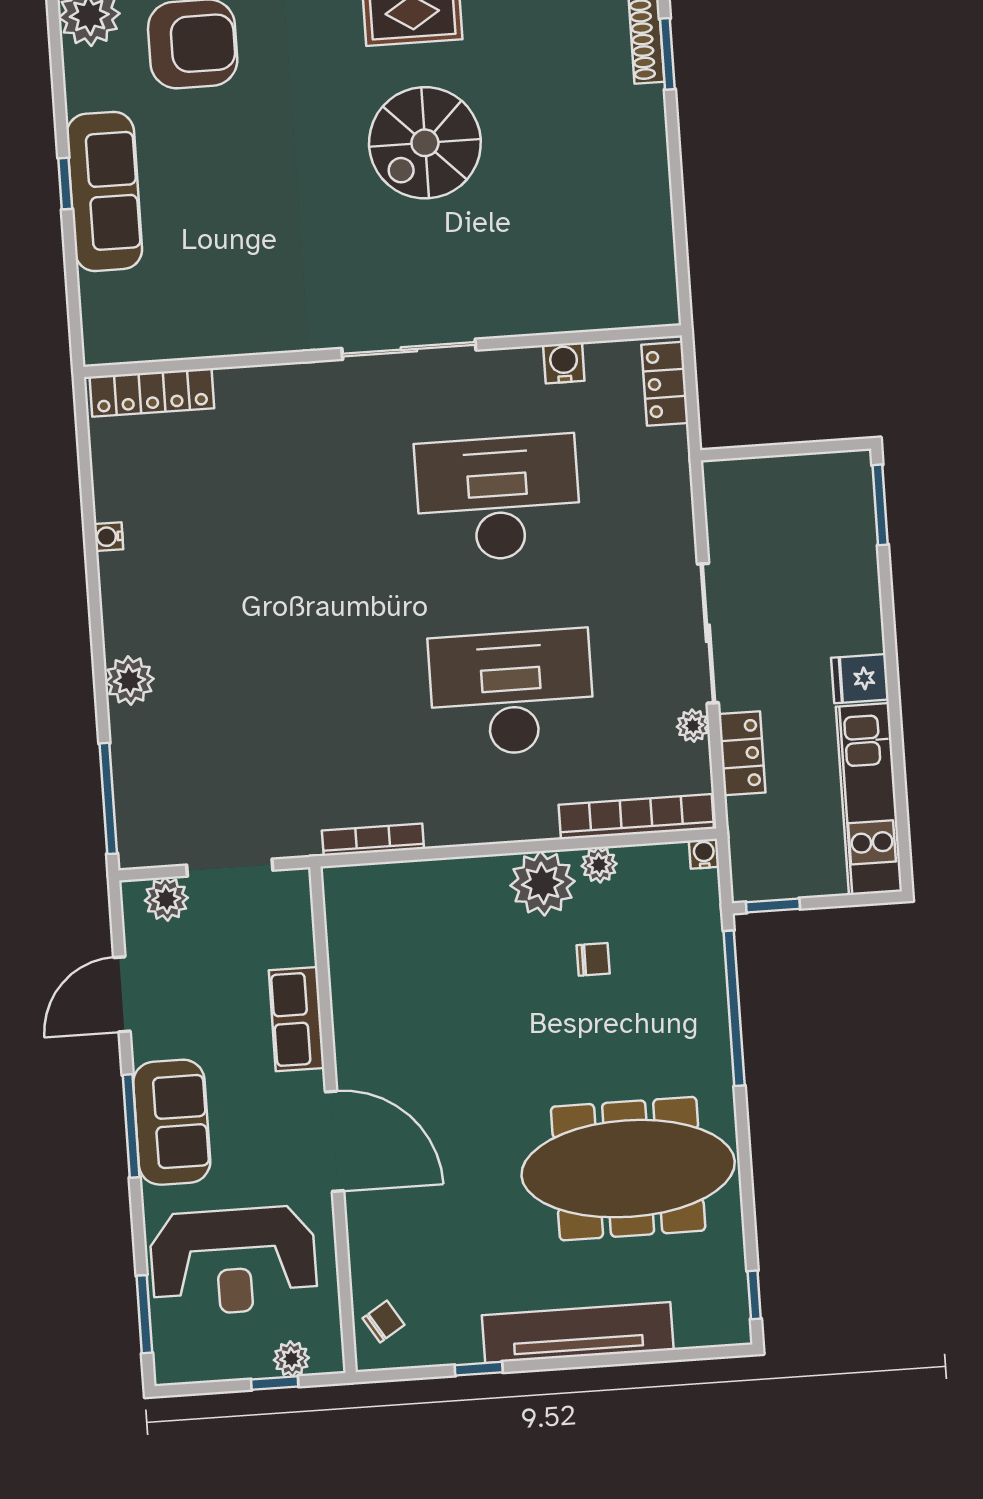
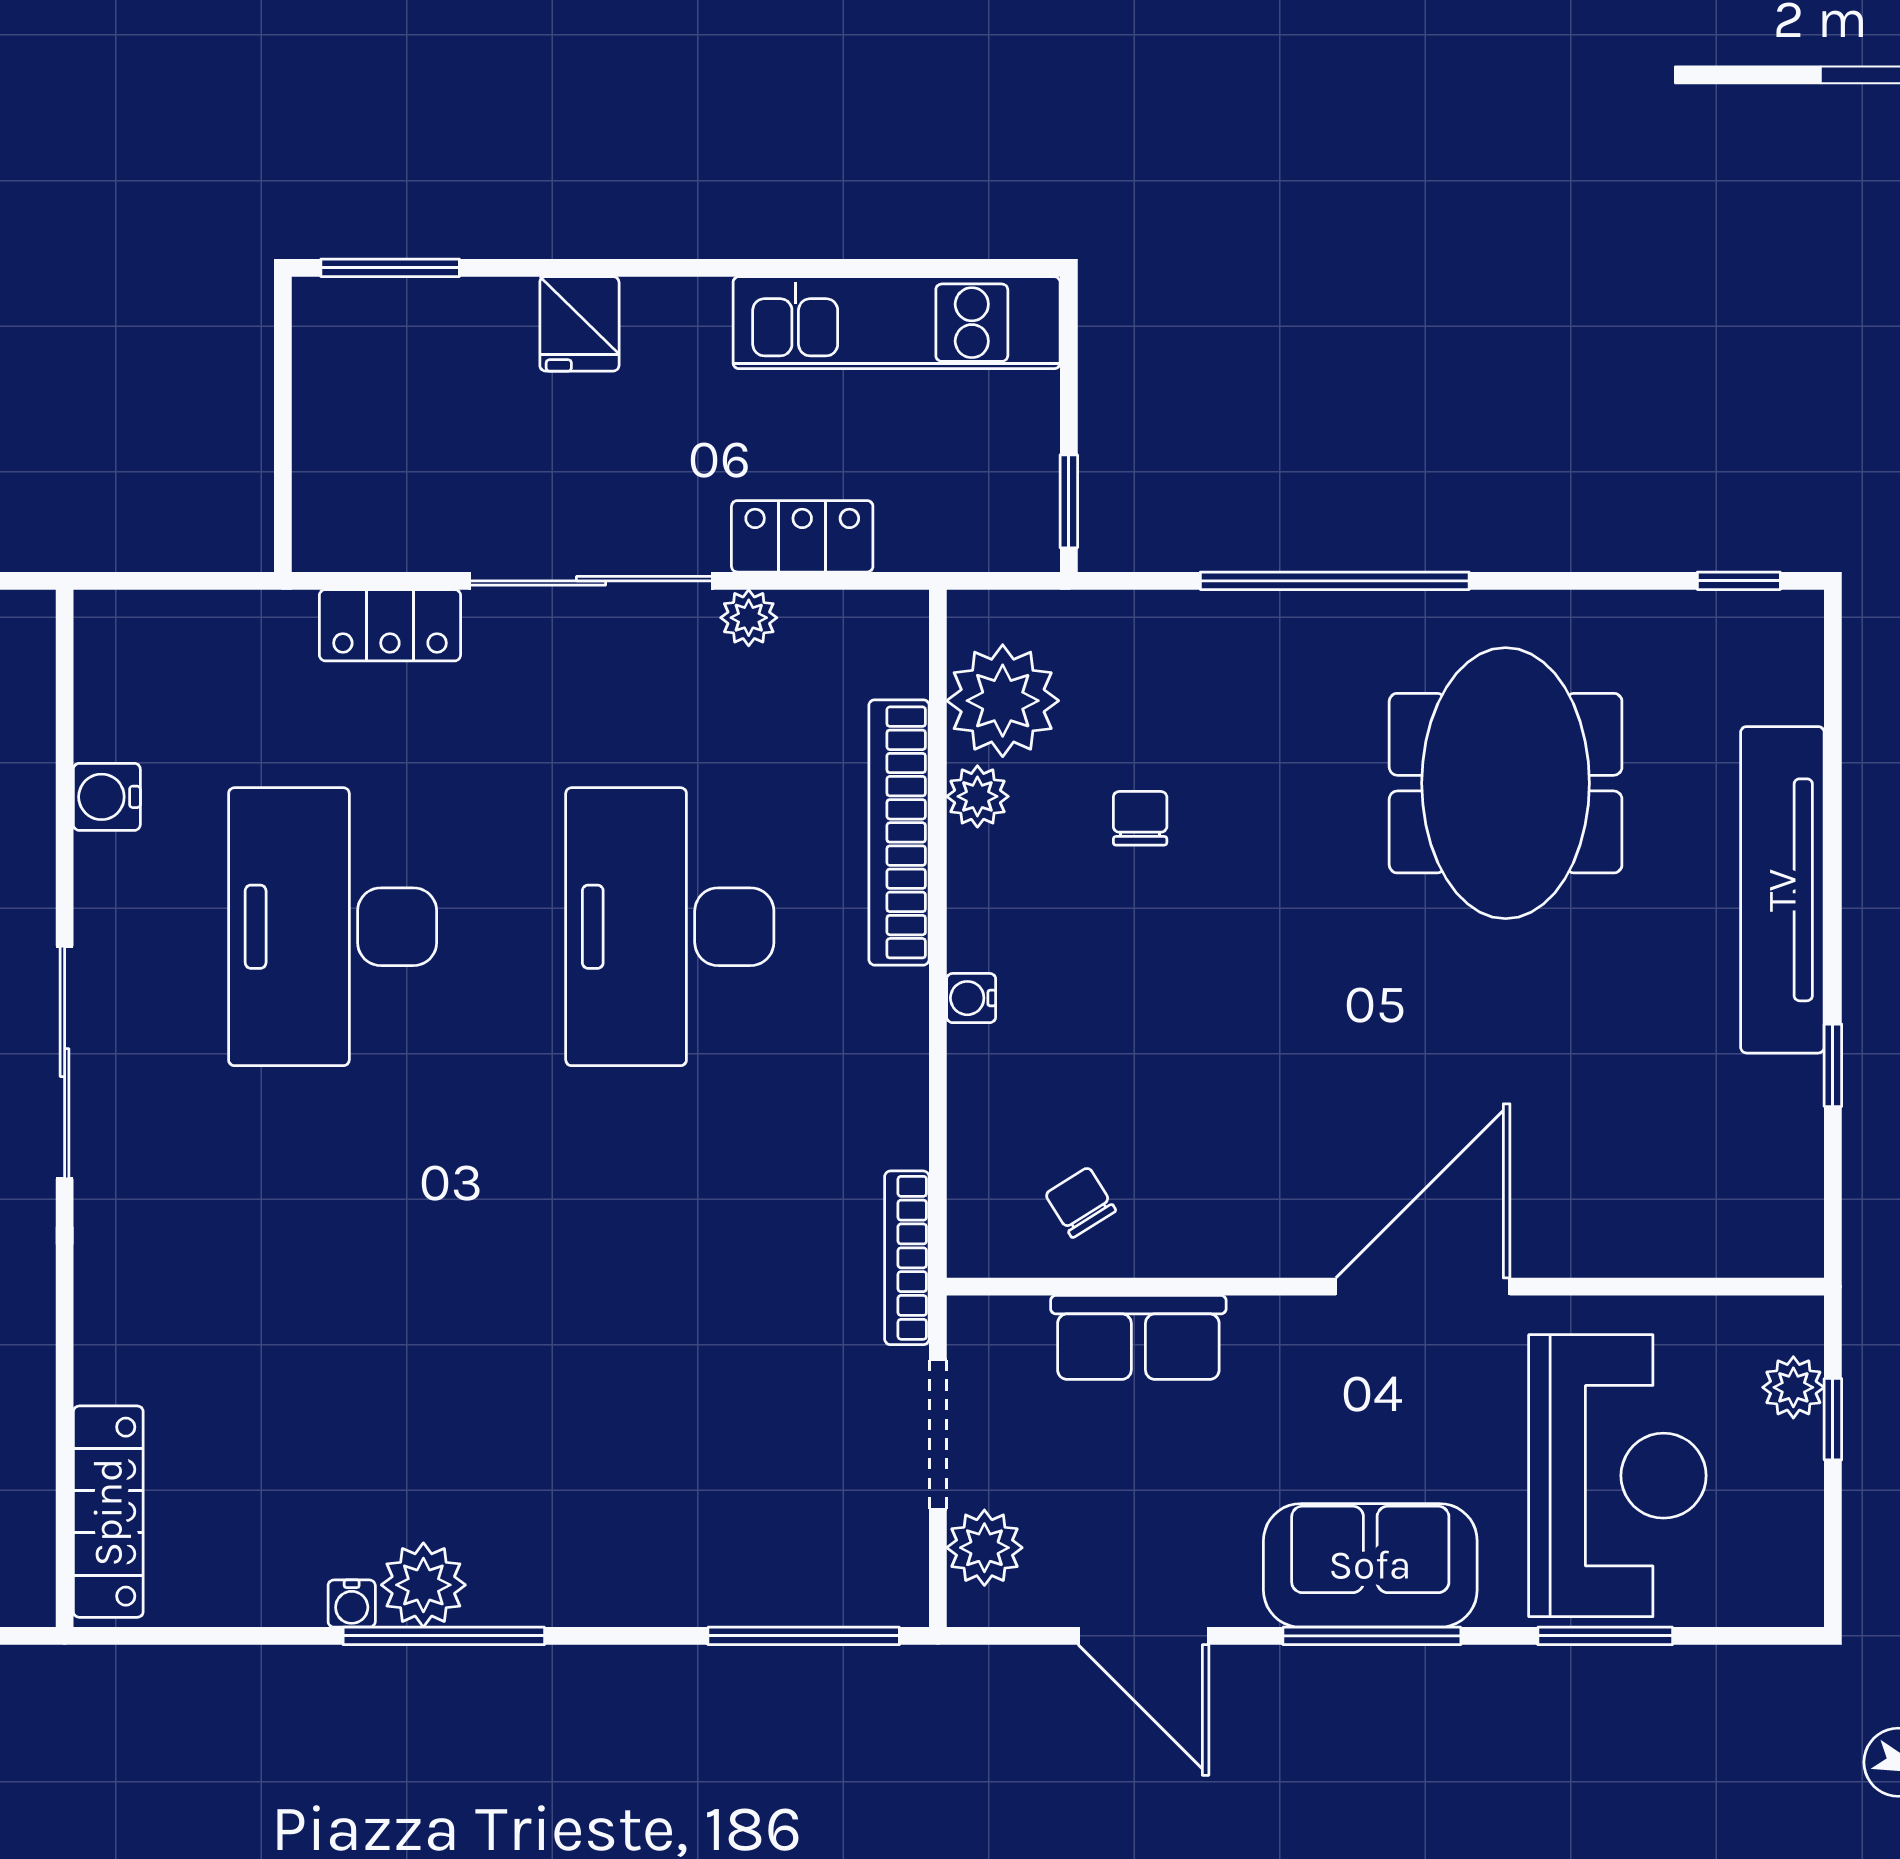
locker: (665, 384) -> (390, 625), moved
window: (94, 591) -> (444, 1636), added
fridge: (860, 679) -> (579, 324), moved
plant: (129, 680) -> (423, 1585), moved
bookcase: (636, 817) -> (899, 832), moved
bookcase: (373, 840) -> (907, 1258), moved
water cooler: (704, 854) -> (971, 998), moved
plant: (542, 883) -> (1003, 701), moved
window: (734, 1008) -> (1335, 581), moved
row of seats: (297, 1019) -> (1138, 1337), moved
meeting table: (628, 1169) -> (1506, 783), width x0.73
window: (144, 1314) -> (1605, 1636), moved
chair: (384, 1322) -> (1080, 1202), moved

